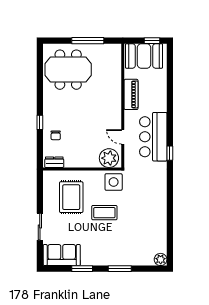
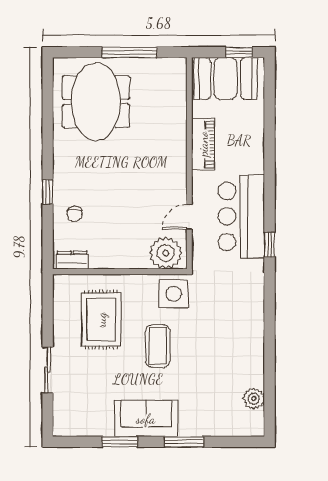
meeting table: (68, 70) -> (96, 102), turned 90
door: (123, 137) -> (189, 217), hinge flipped
coffee table: (104, 213) -> (158, 346), turned 90
sofa: (62, 255) -> (146, 419), moved
plant: (161, 259) -> (254, 398), moved

